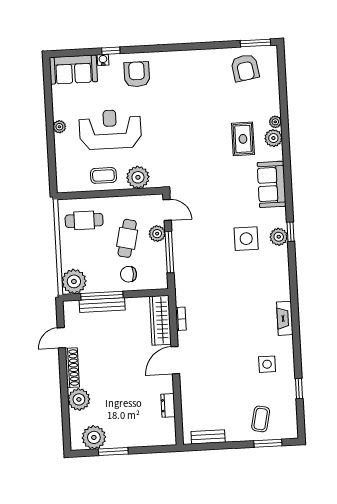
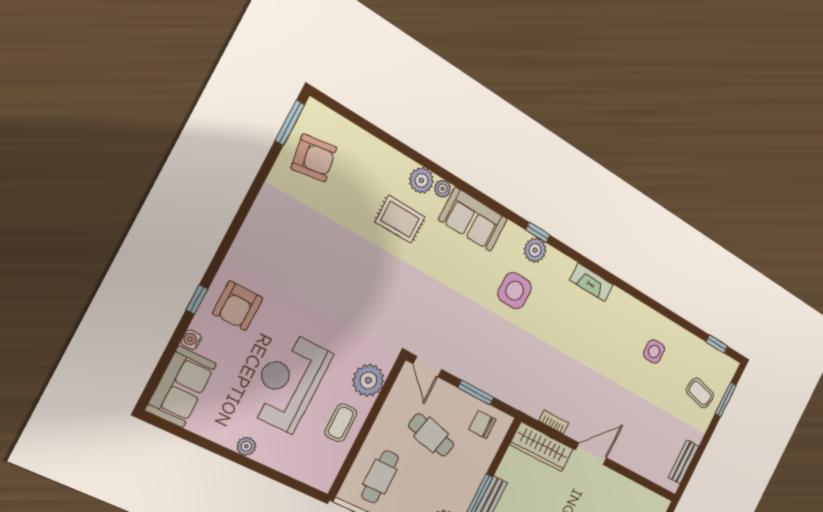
window: (111, 51) -> (197, 299), moved
armchair: (137, 74) -> (238, 306), turned -90
plant: (275, 122) -> (443, 189), moved
door: (167, 210) -> (427, 367), swing flipped
plant: (157, 234) -> (447, 395), removed
window: (169, 252) -> (476, 392), width x0.69
chair: (129, 274) -> (482, 424), moved, turned 90
fireplace: (285, 318) -> (591, 282), moved
door: (175, 360) -> (591, 454), swing flipped
window: (299, 389) -> (717, 344), moved
dresser: (168, 405) -> (630, 489), removed

